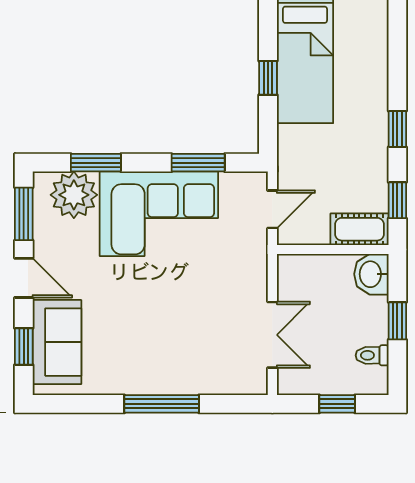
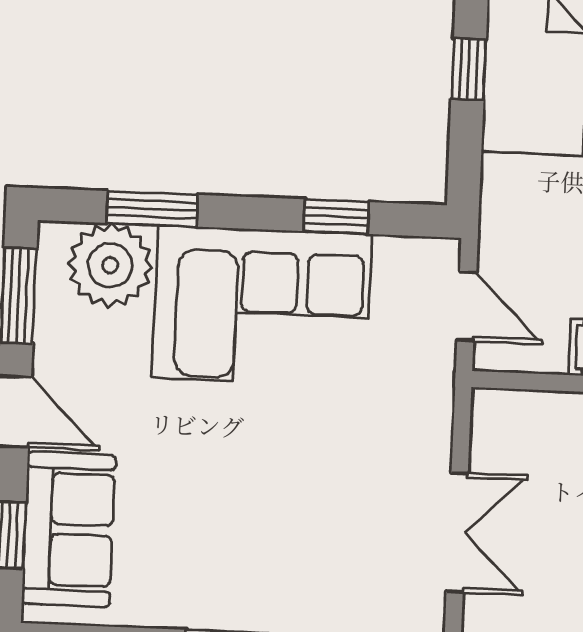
window: (198, 163) -> (336, 217), width x0.67
door: (272, 209) -> (467, 306), hinge flipped

